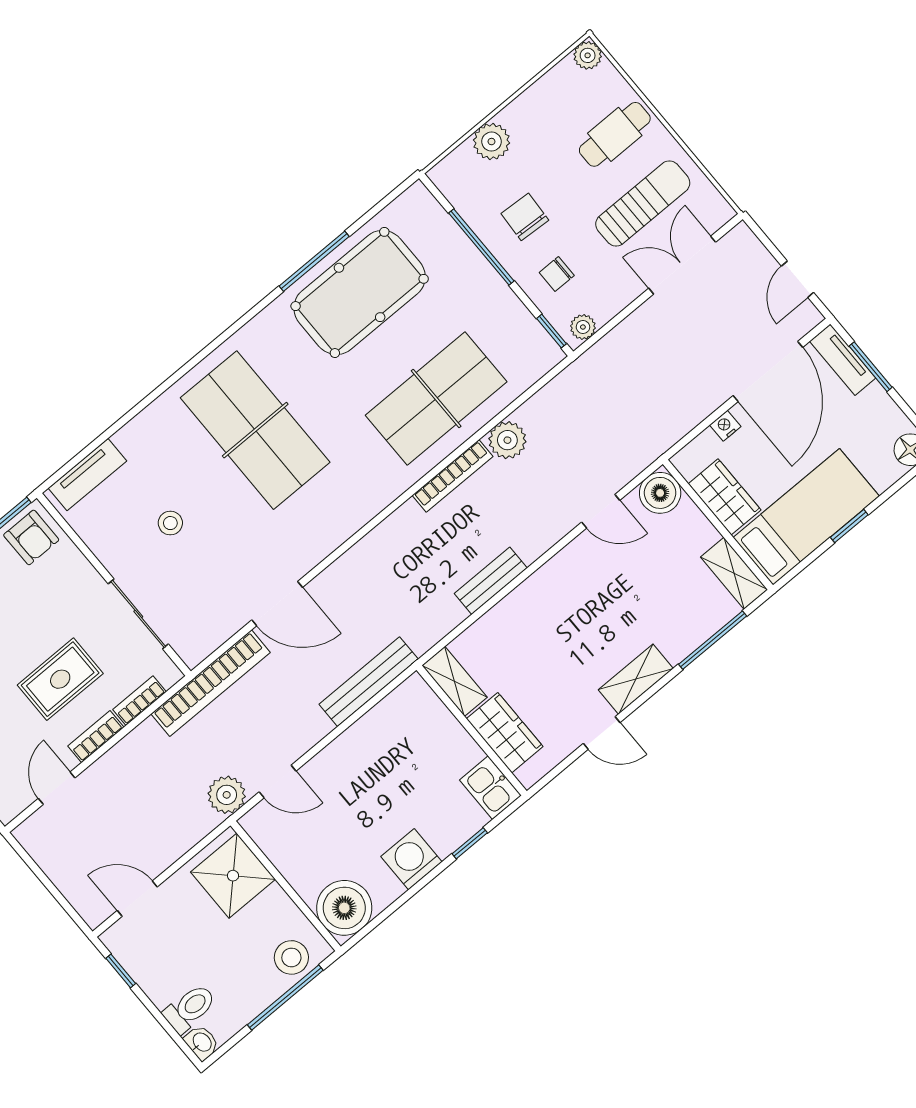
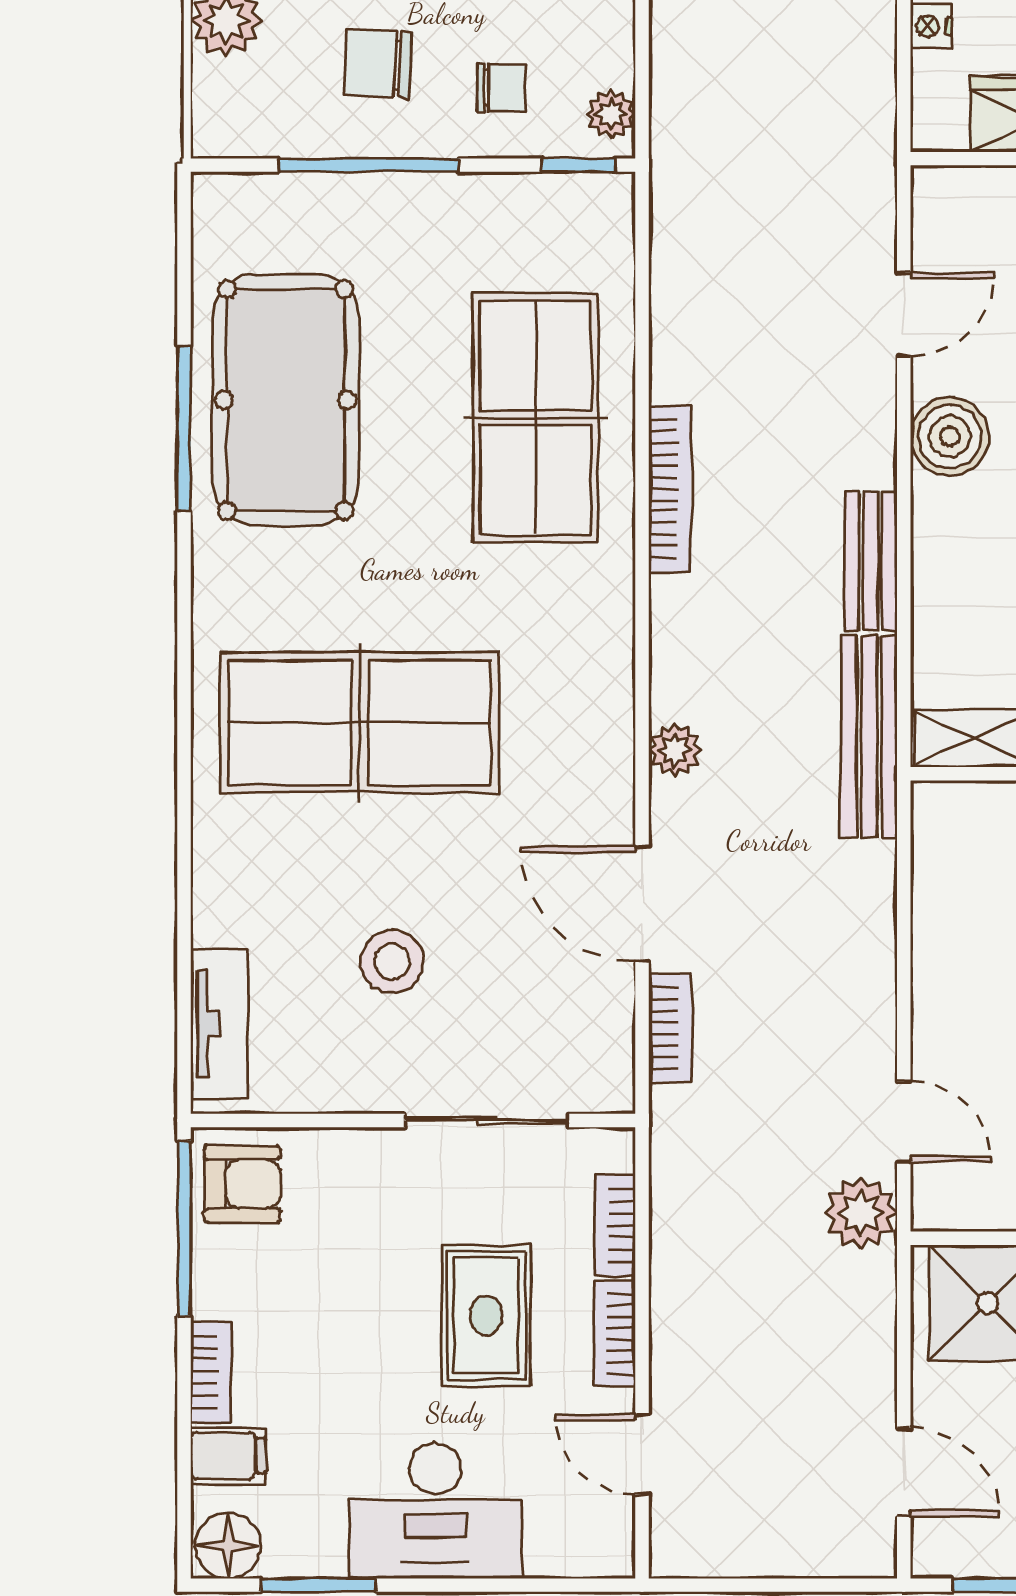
chair: (557, 274) -> (501, 88), turned -90
plant: (507, 440) -> (675, 750), moved, width x0.73, depth x0.73
boiler: (660, 493) -> (950, 436), moved
stool: (170, 523) -> (392, 962), width x1.37, depth x1.37
door: (277, 604) -> (642, 904), swing flipped
bench: (369, 682) -> (869, 737), moved
bookcase: (211, 683) -> (670, 1028), width x0.43, depth x0.76
door: (278, 781) -> (904, 1122), hinge flipped
door: (137, 899) -> (904, 1472), swing flipped

